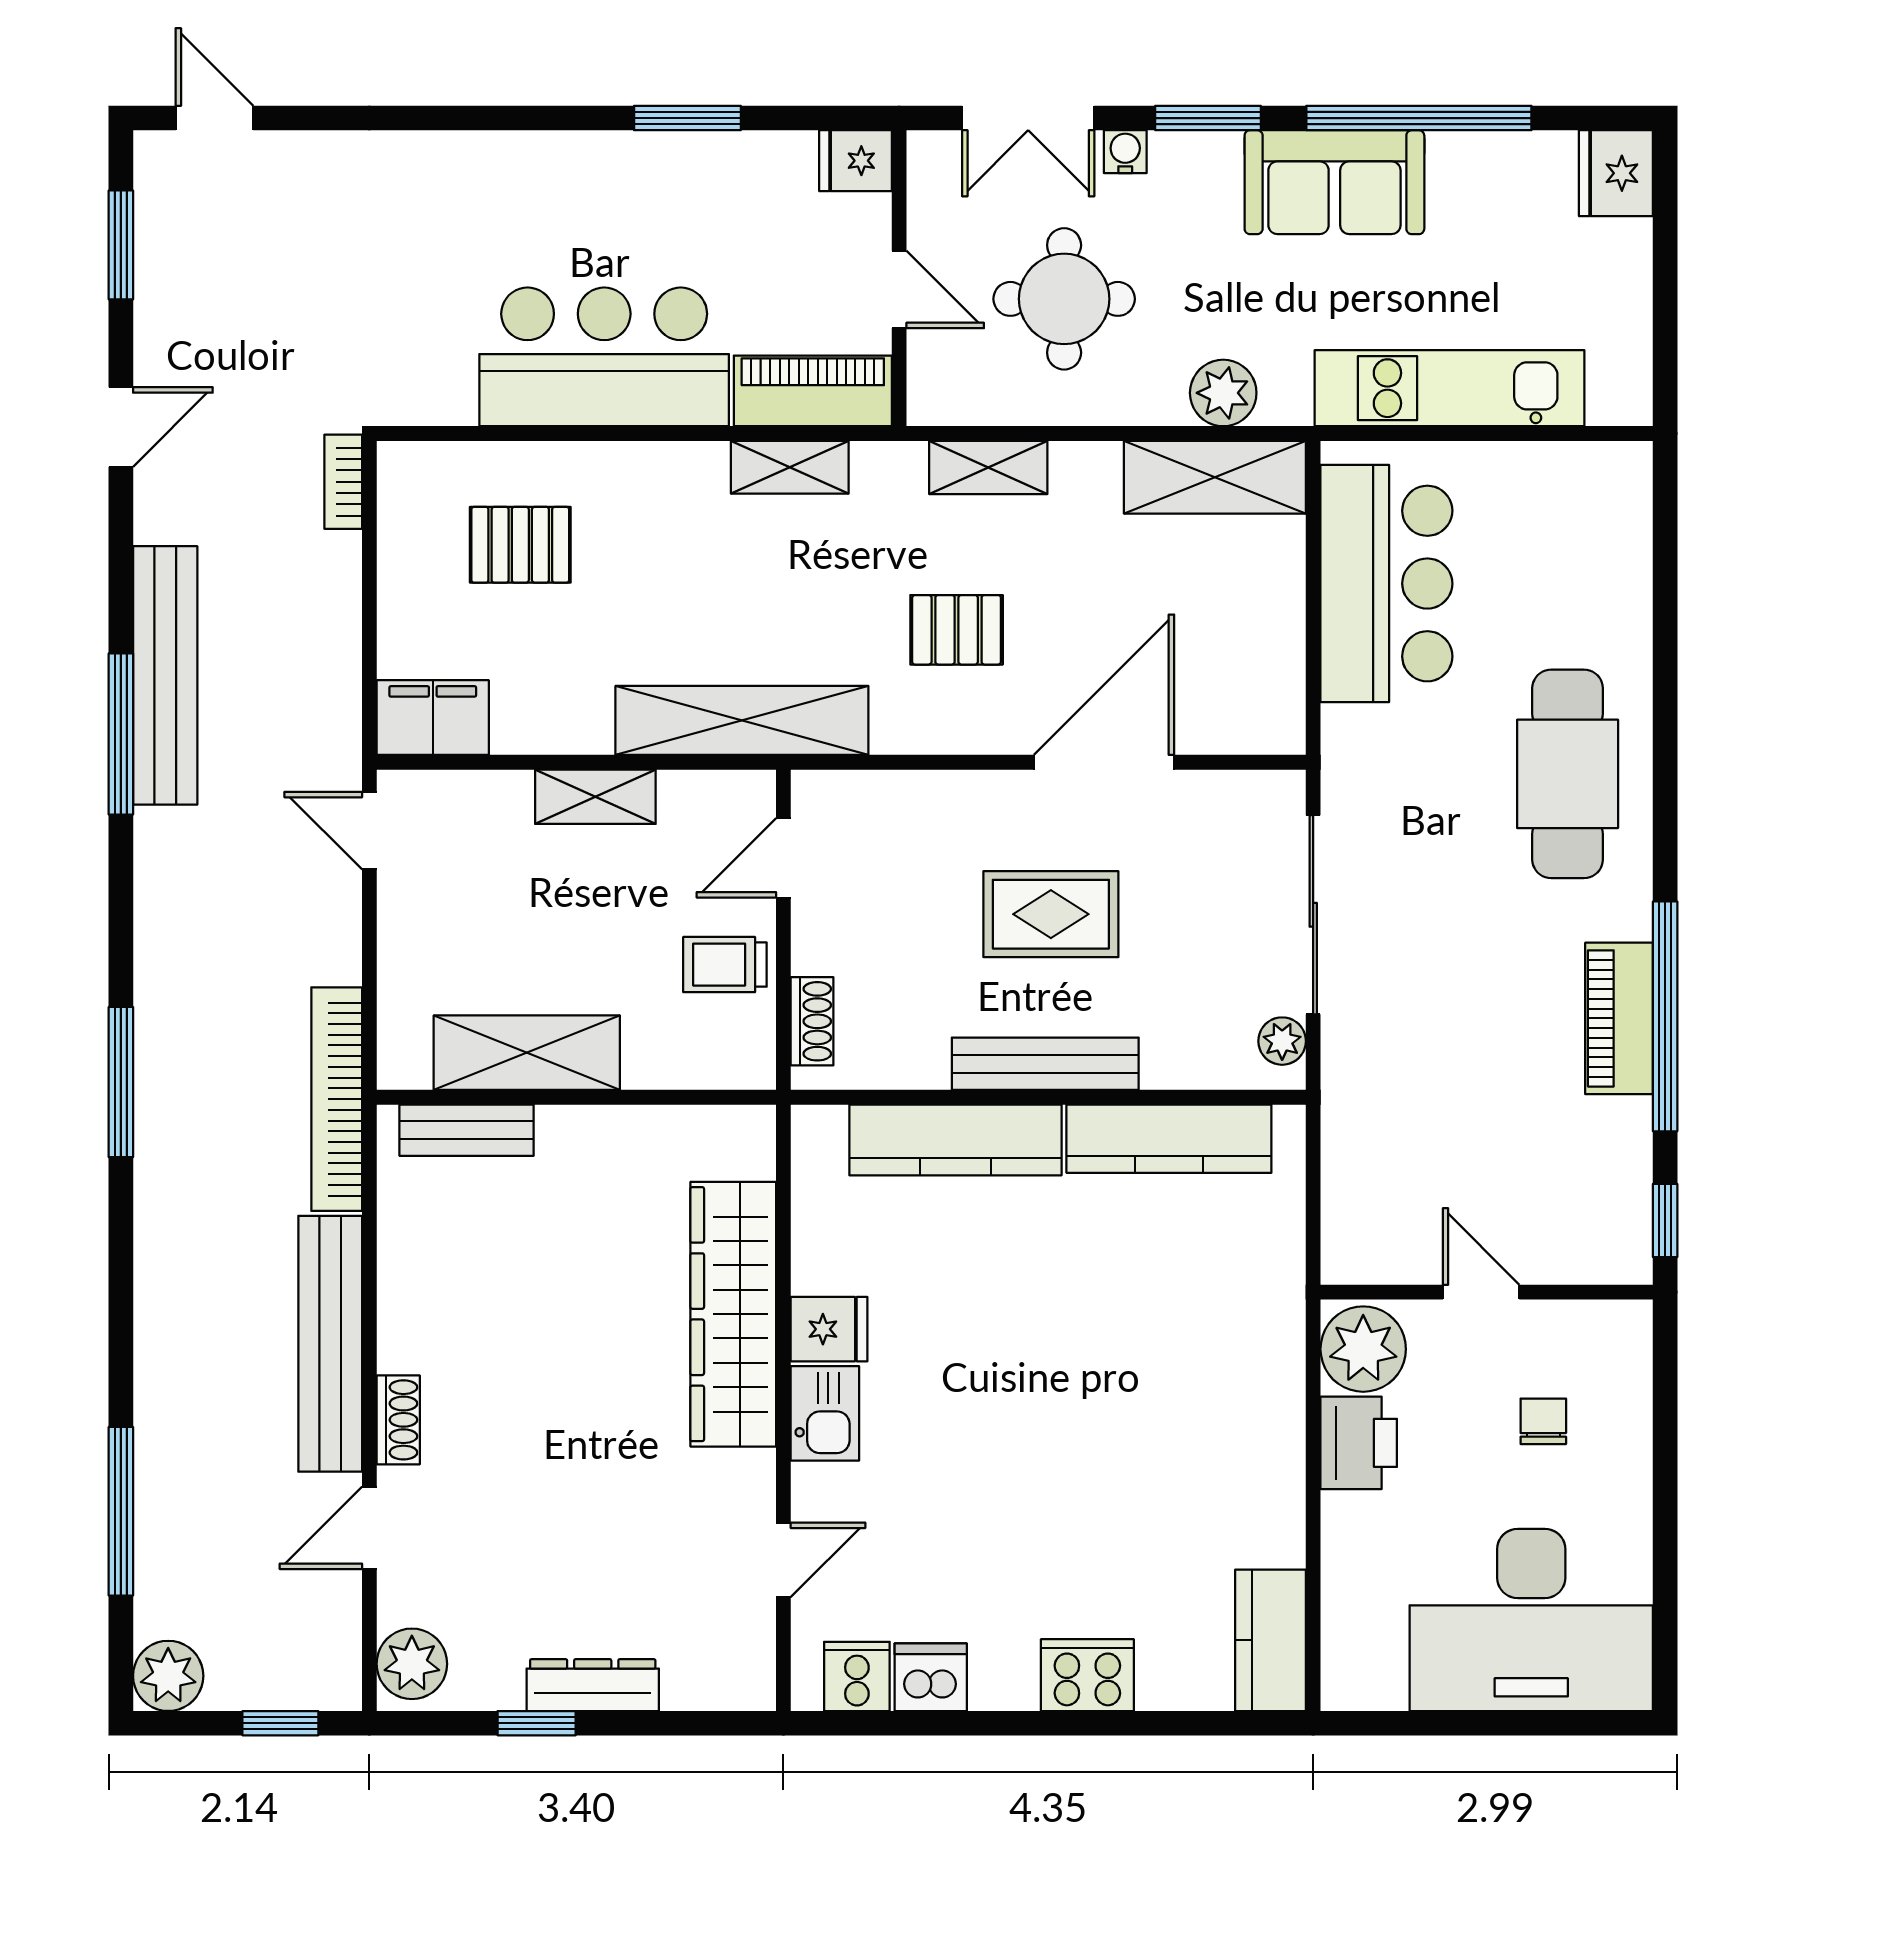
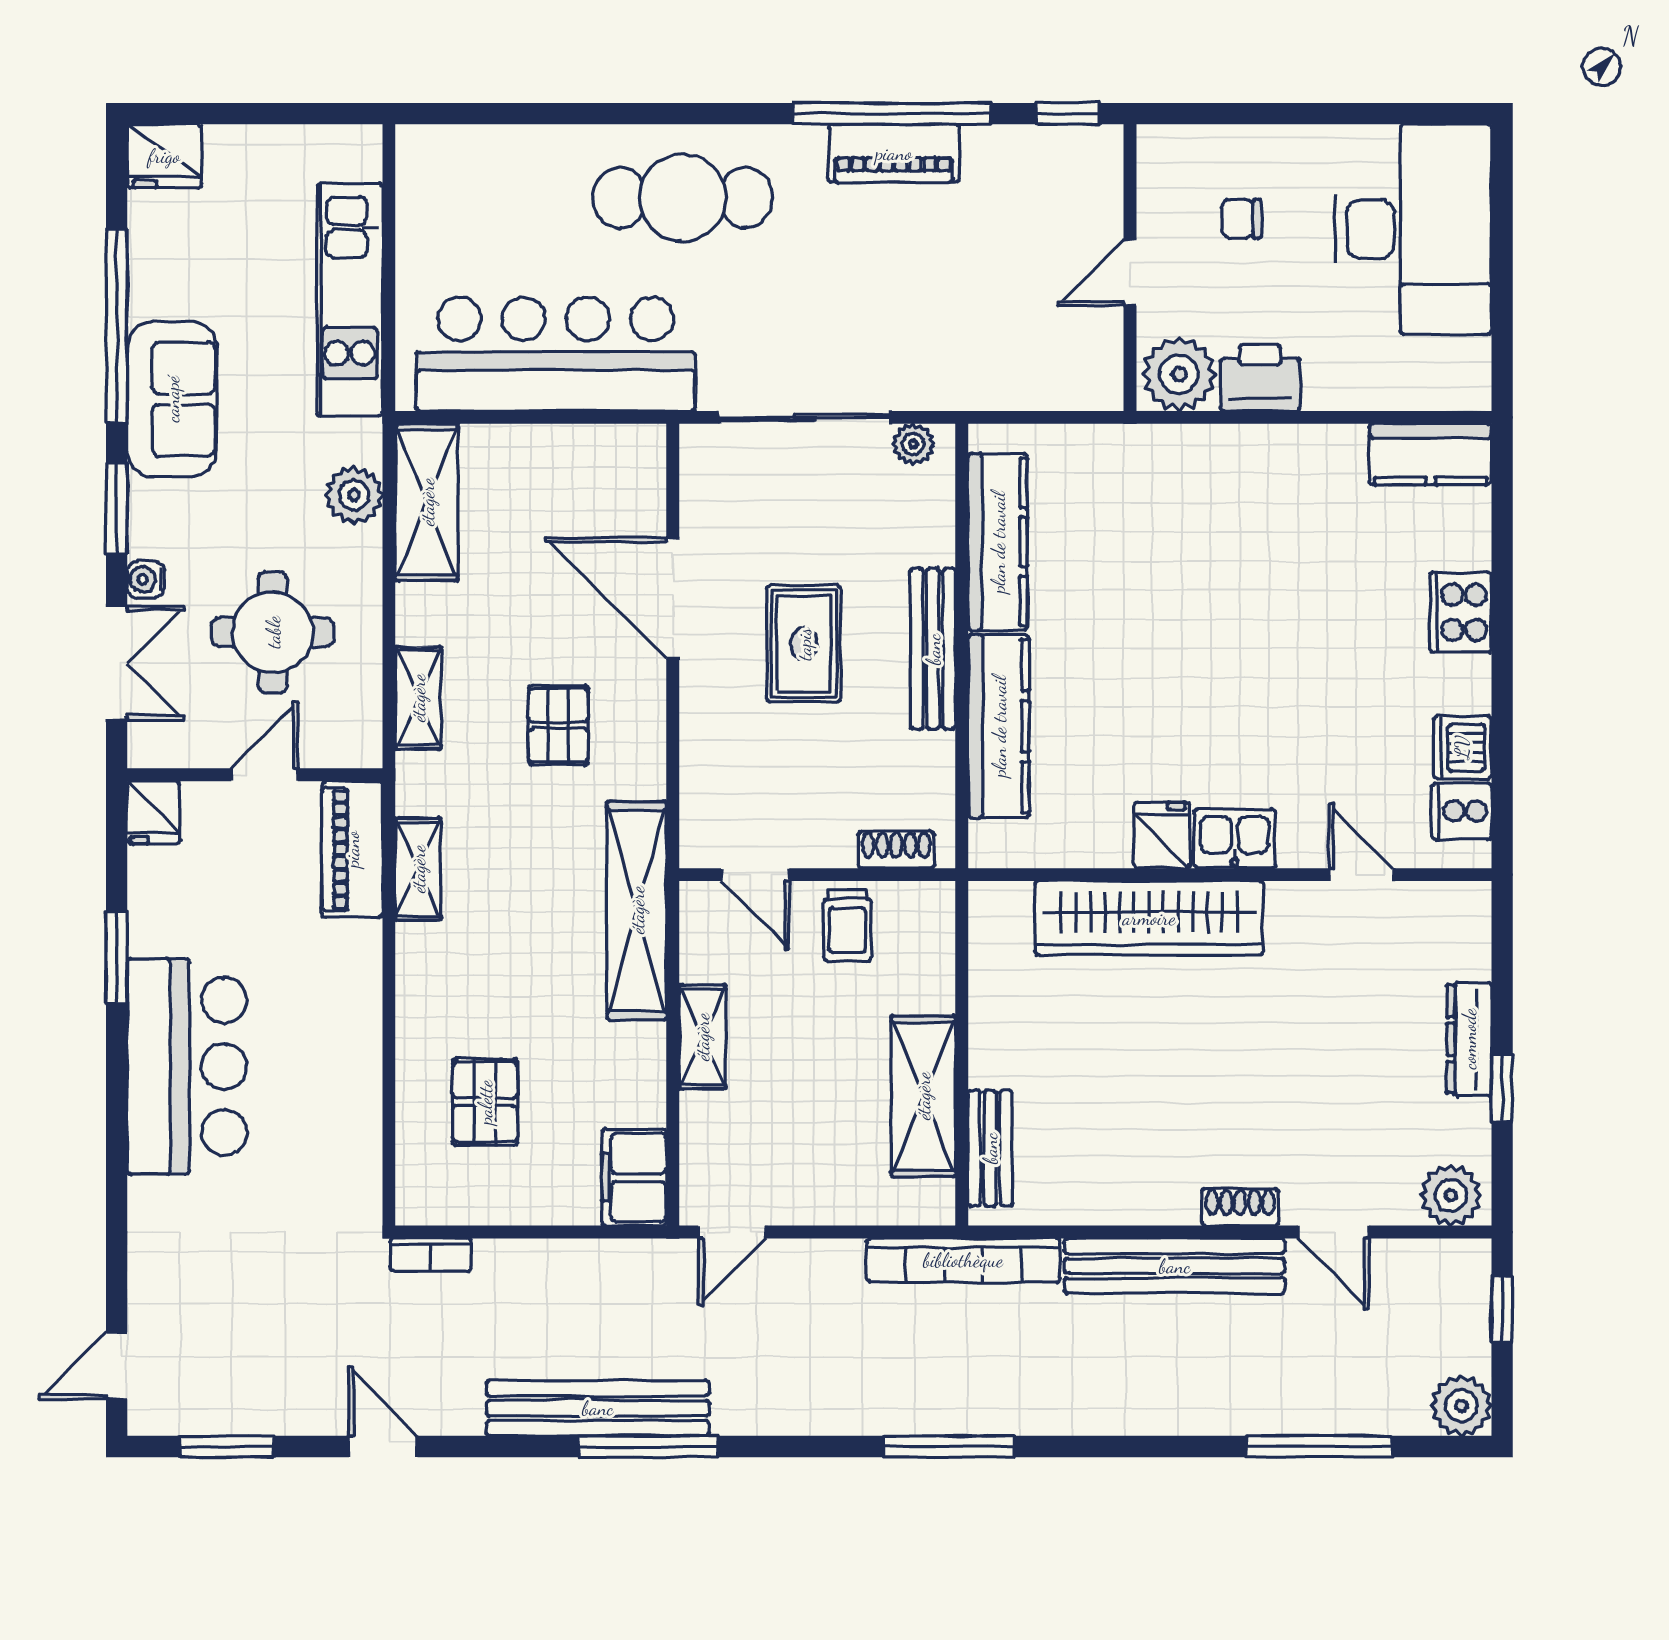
bar counter: (604, 357) -> (187, 1066), moved, turned 180
bar counter: (1386, 584) -> (556, 354), width x1.36

